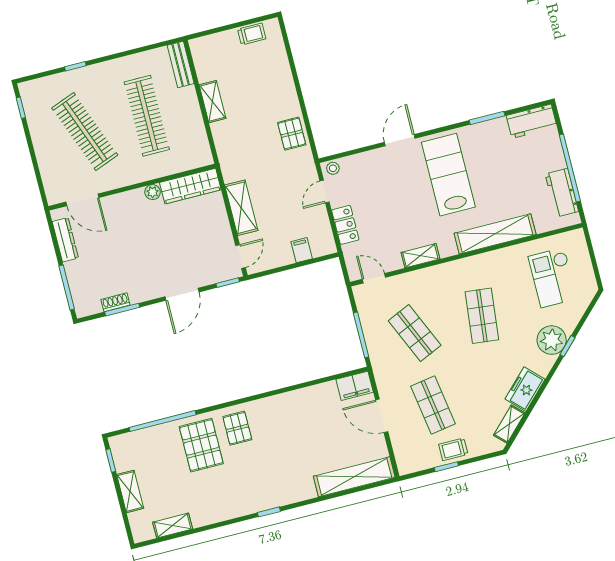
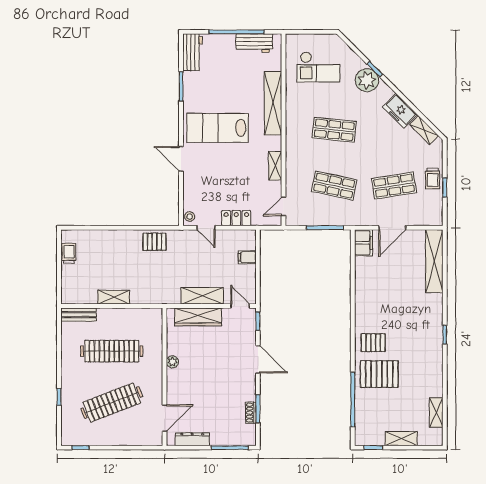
wardrobe: (190, 186) -> (198, 317), moved, turned 90
shop shelf: (415, 333) -> (334, 186), turned 36

